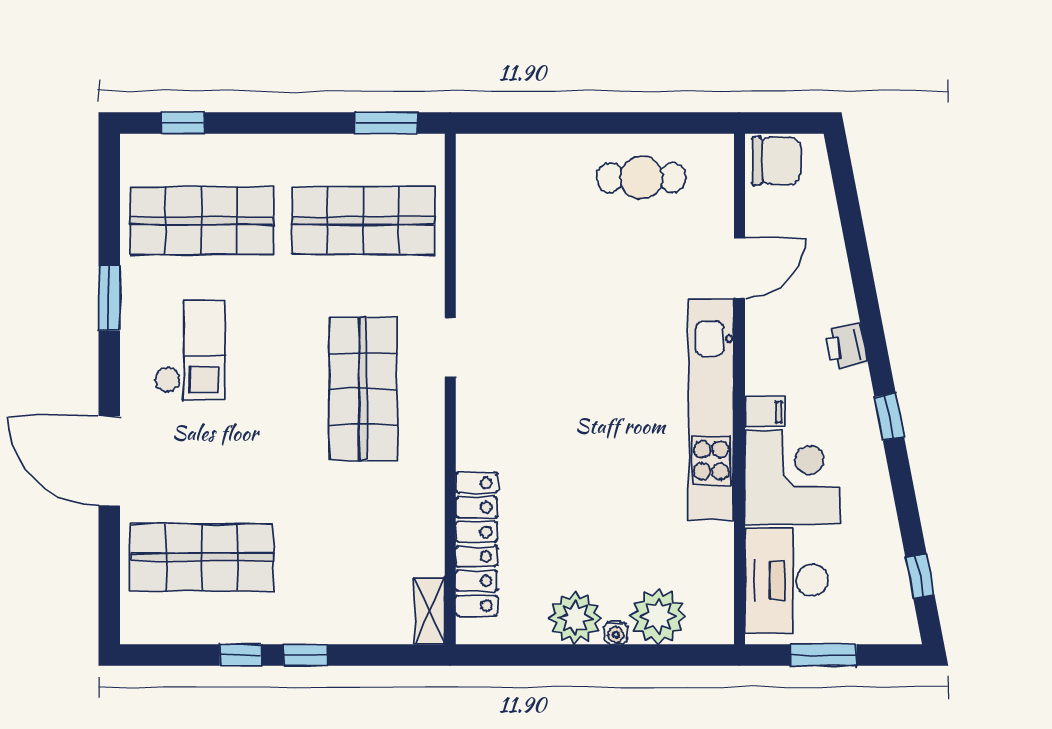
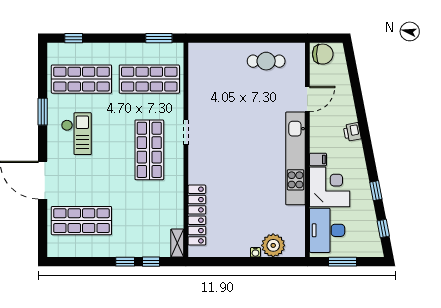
window: (889, 417) -> (376, 191), moved
plant: (575, 618) -> (238, 246), removed
window: (240, 655) -> (151, 262), moved

